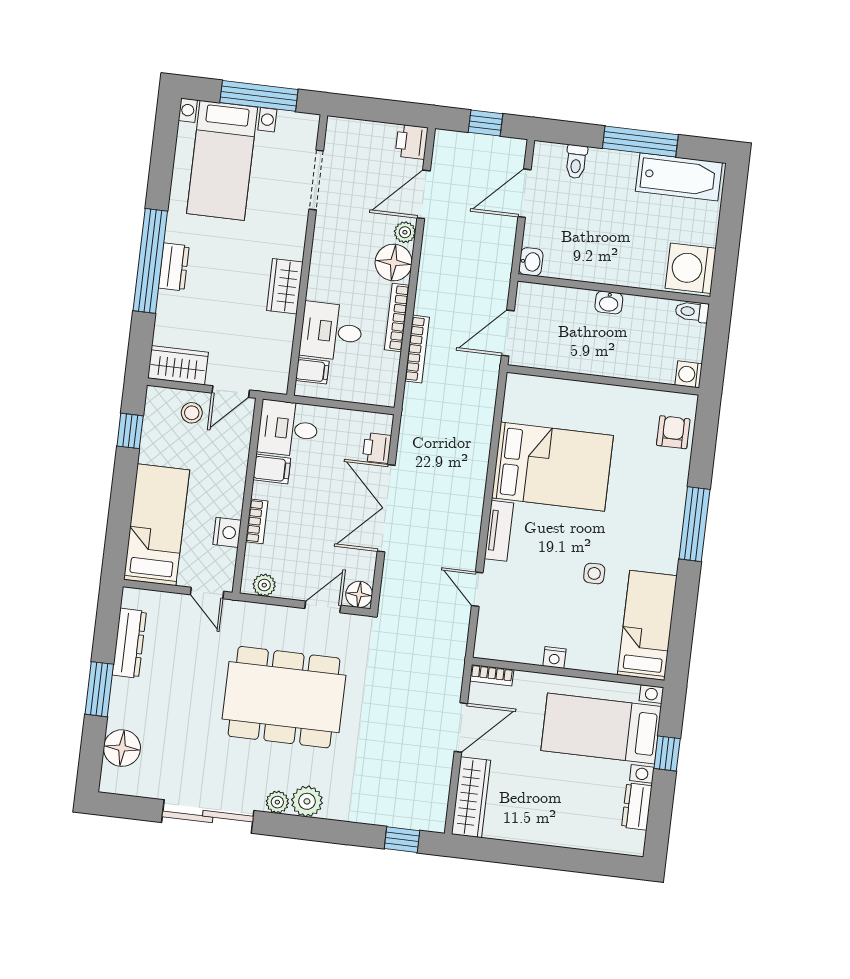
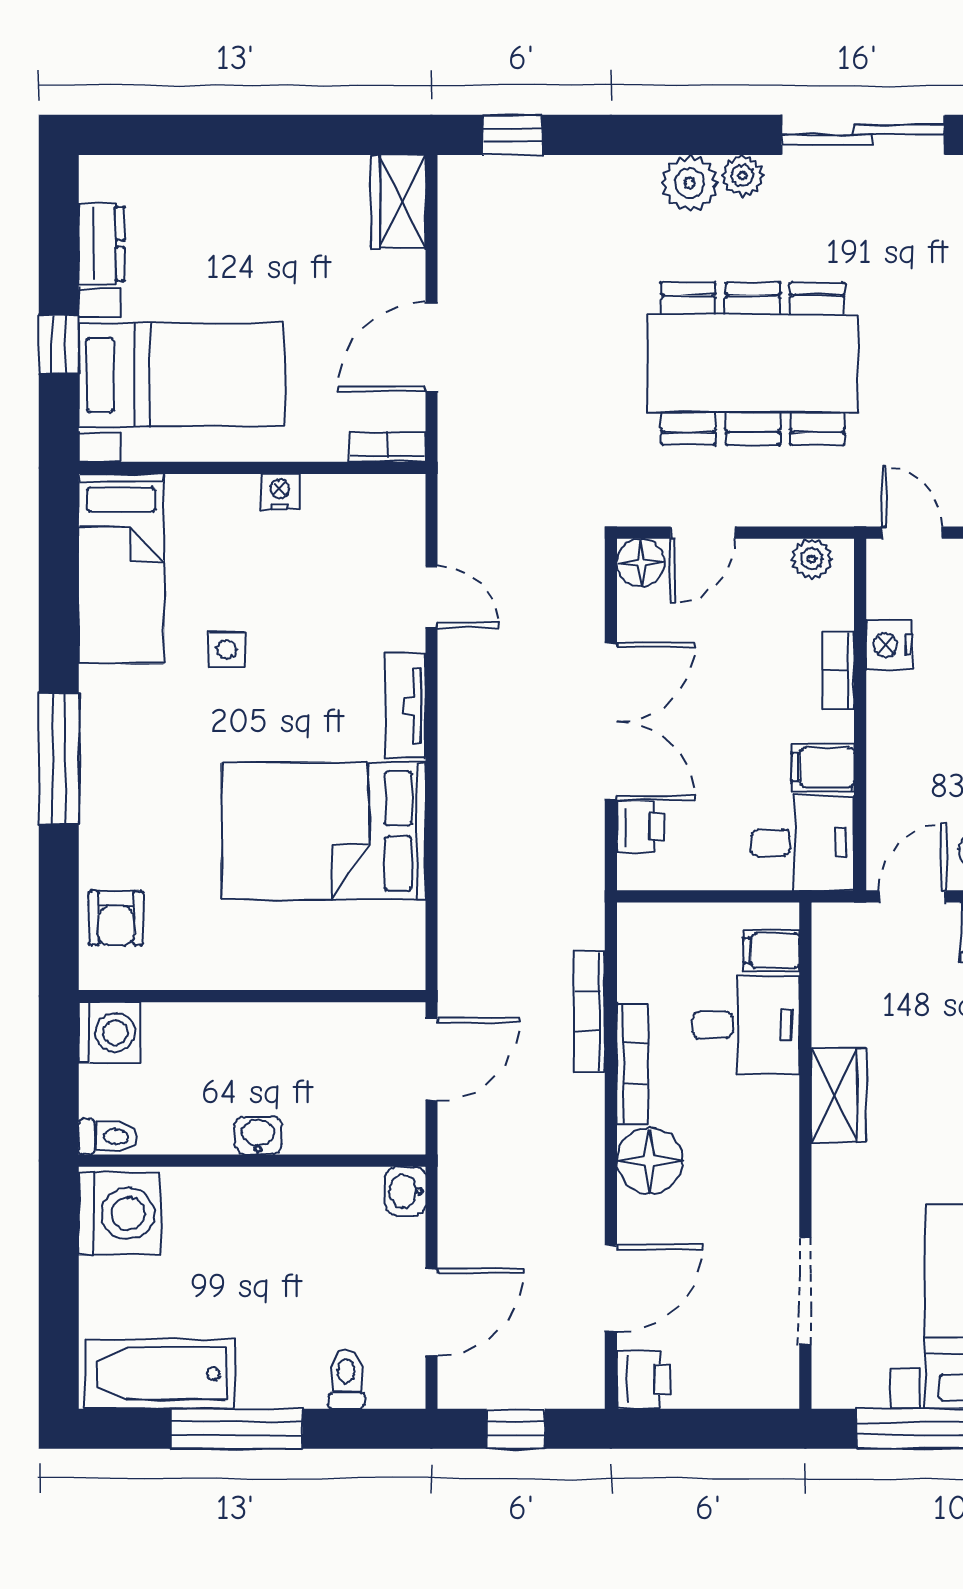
plant: (405, 232) -> (636, 1217), removed
washing machine: (689, 374) -> (109, 1033), width x1.38, depth x1.38
wardrobe: (471, 797) -> (398, 202), width x0.67

